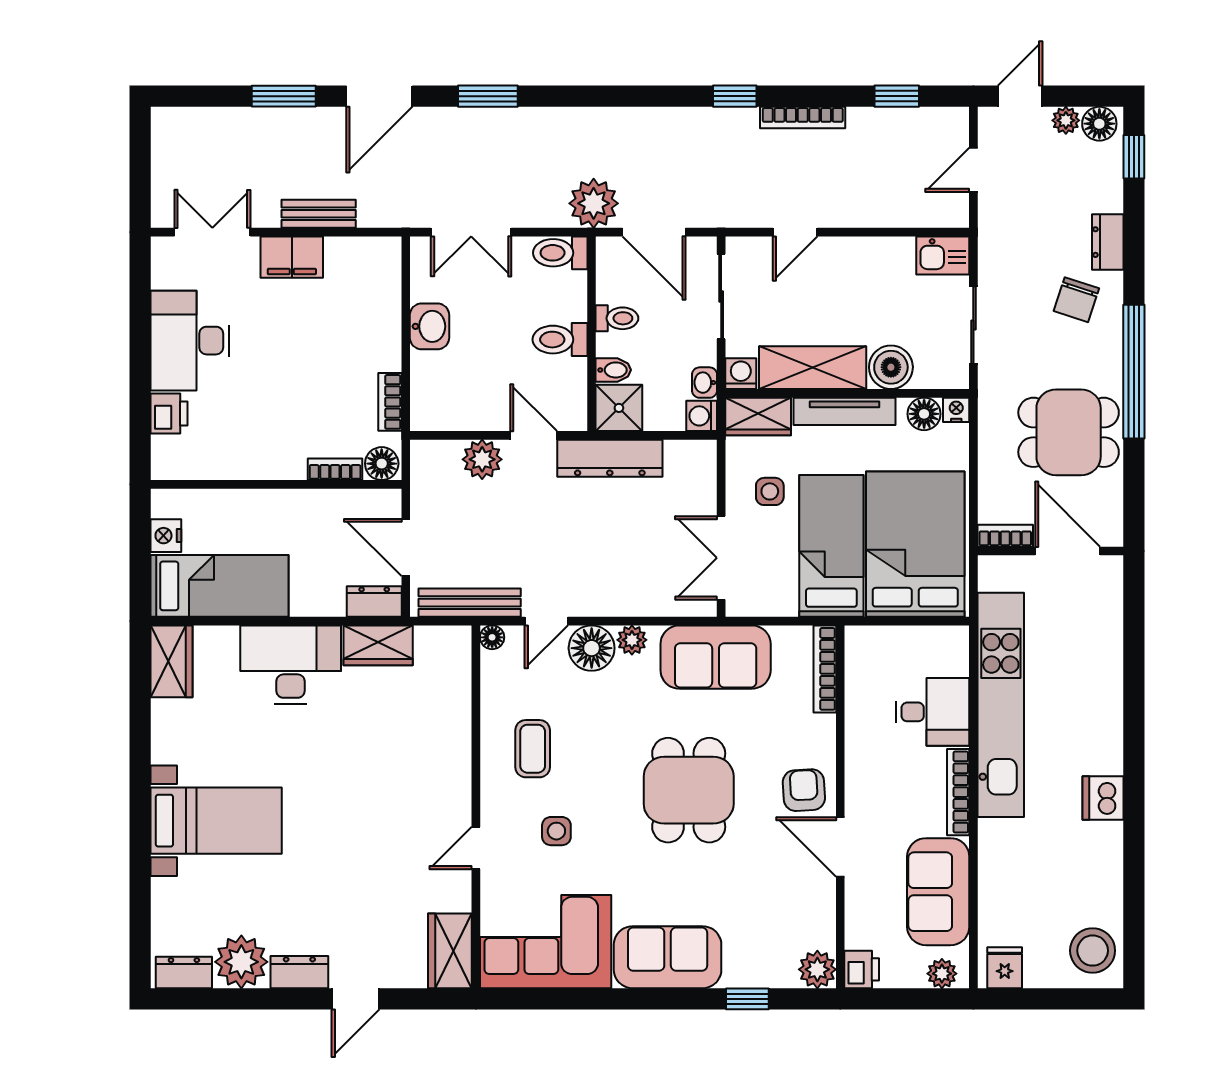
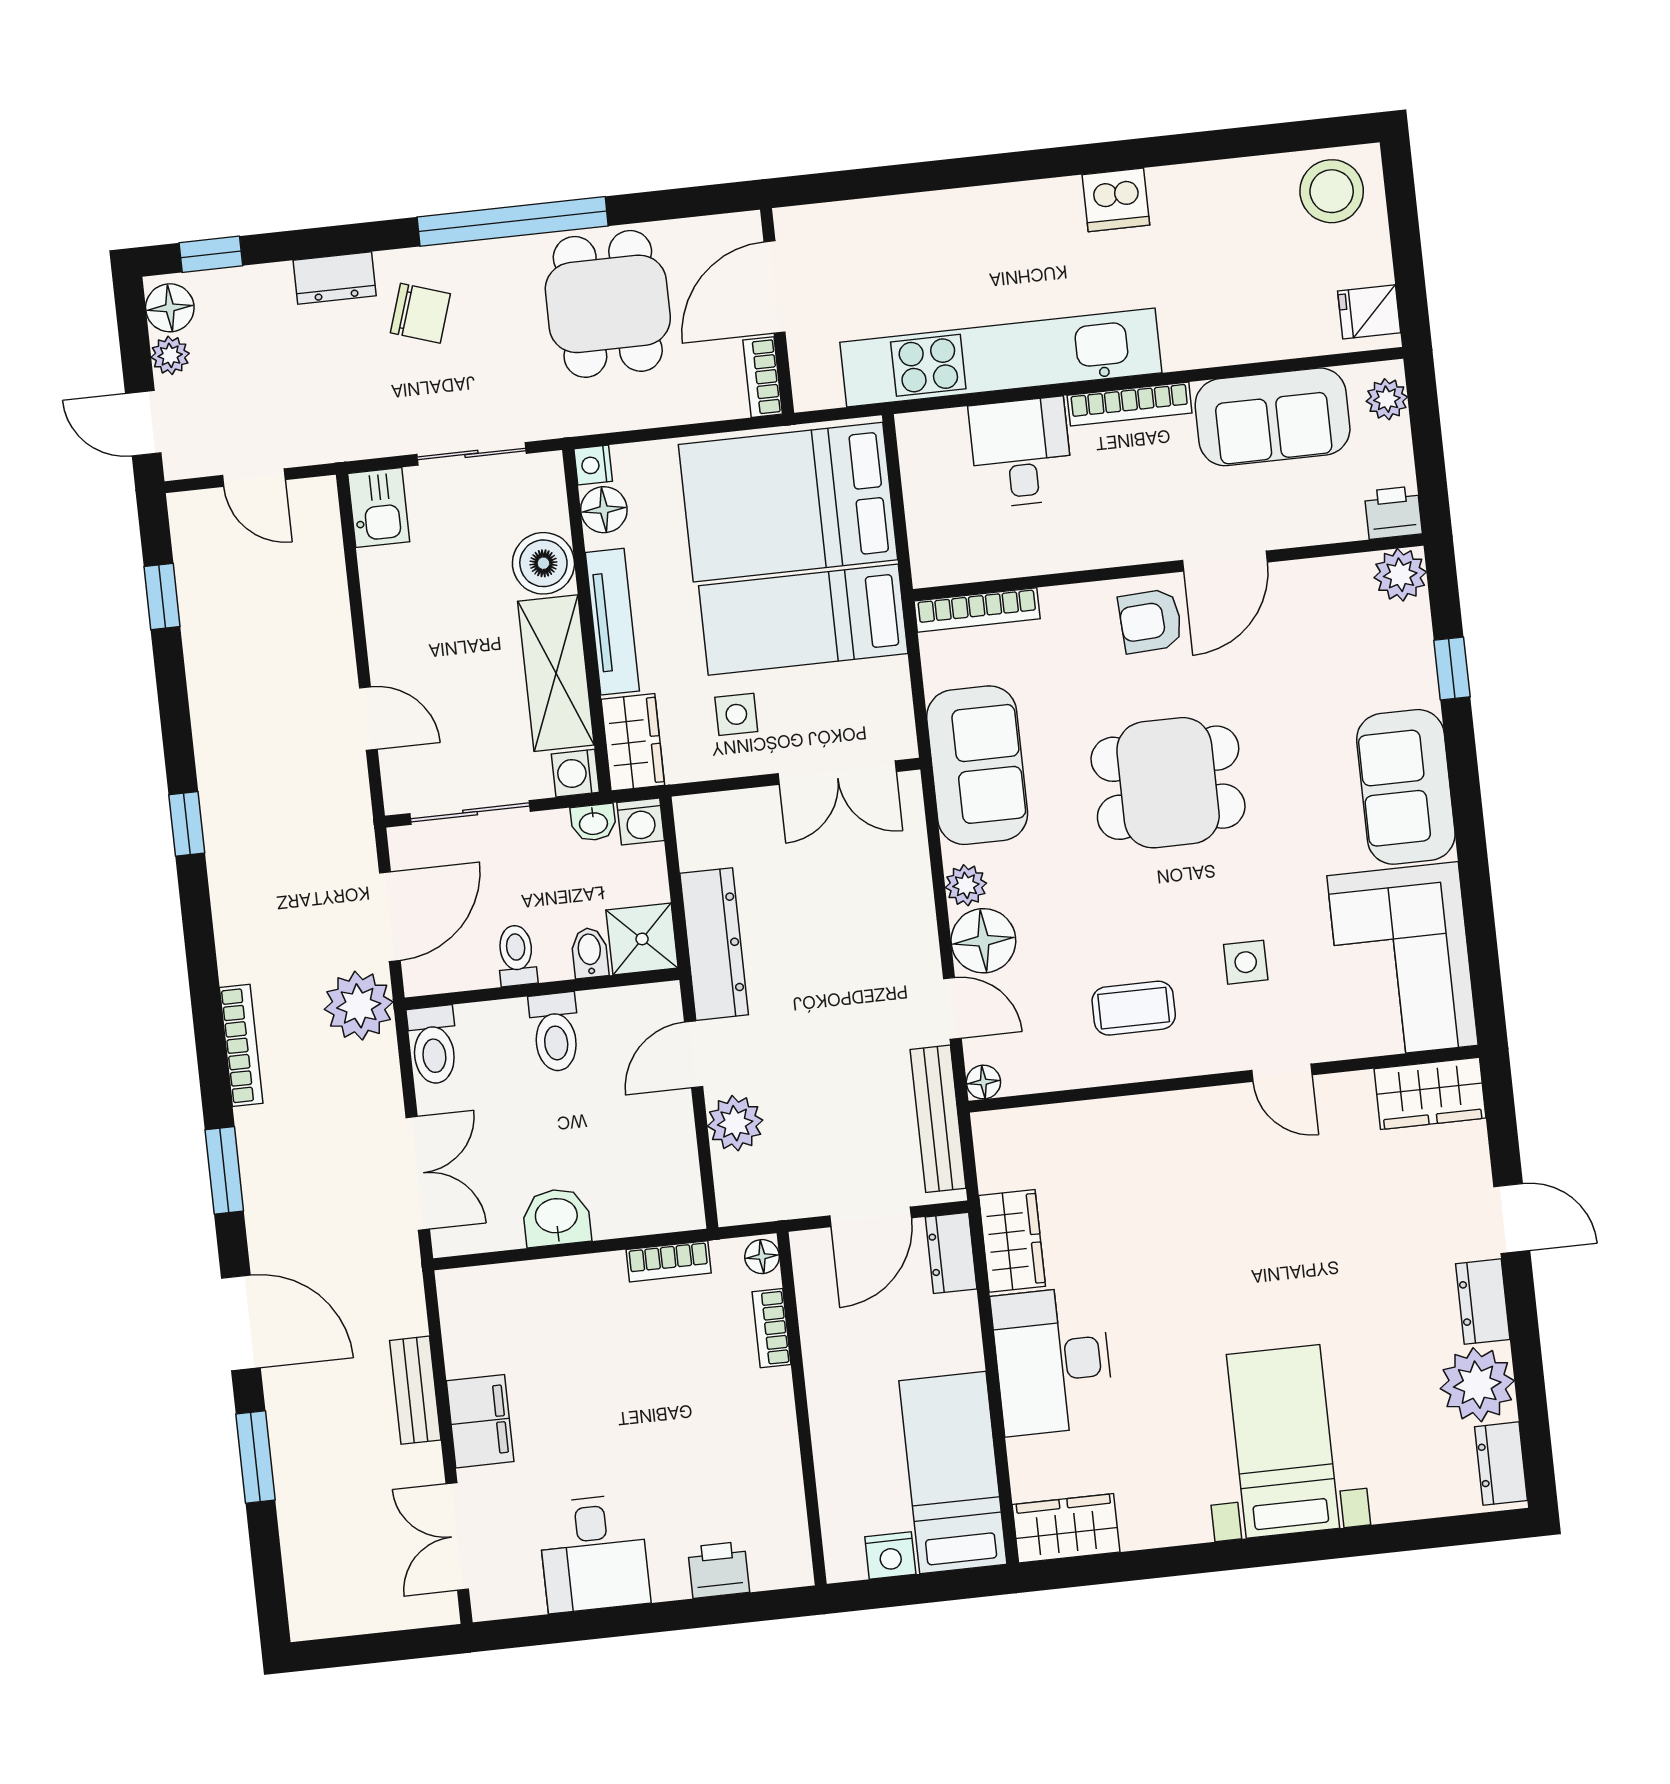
bookcase: (803, 118) -> (241, 1045), moved
desk: (190, 341) -> (594, 1553), width x0.73
floor lamp: (382, 464) -> (762, 1257), width x0.73, depth x0.73

